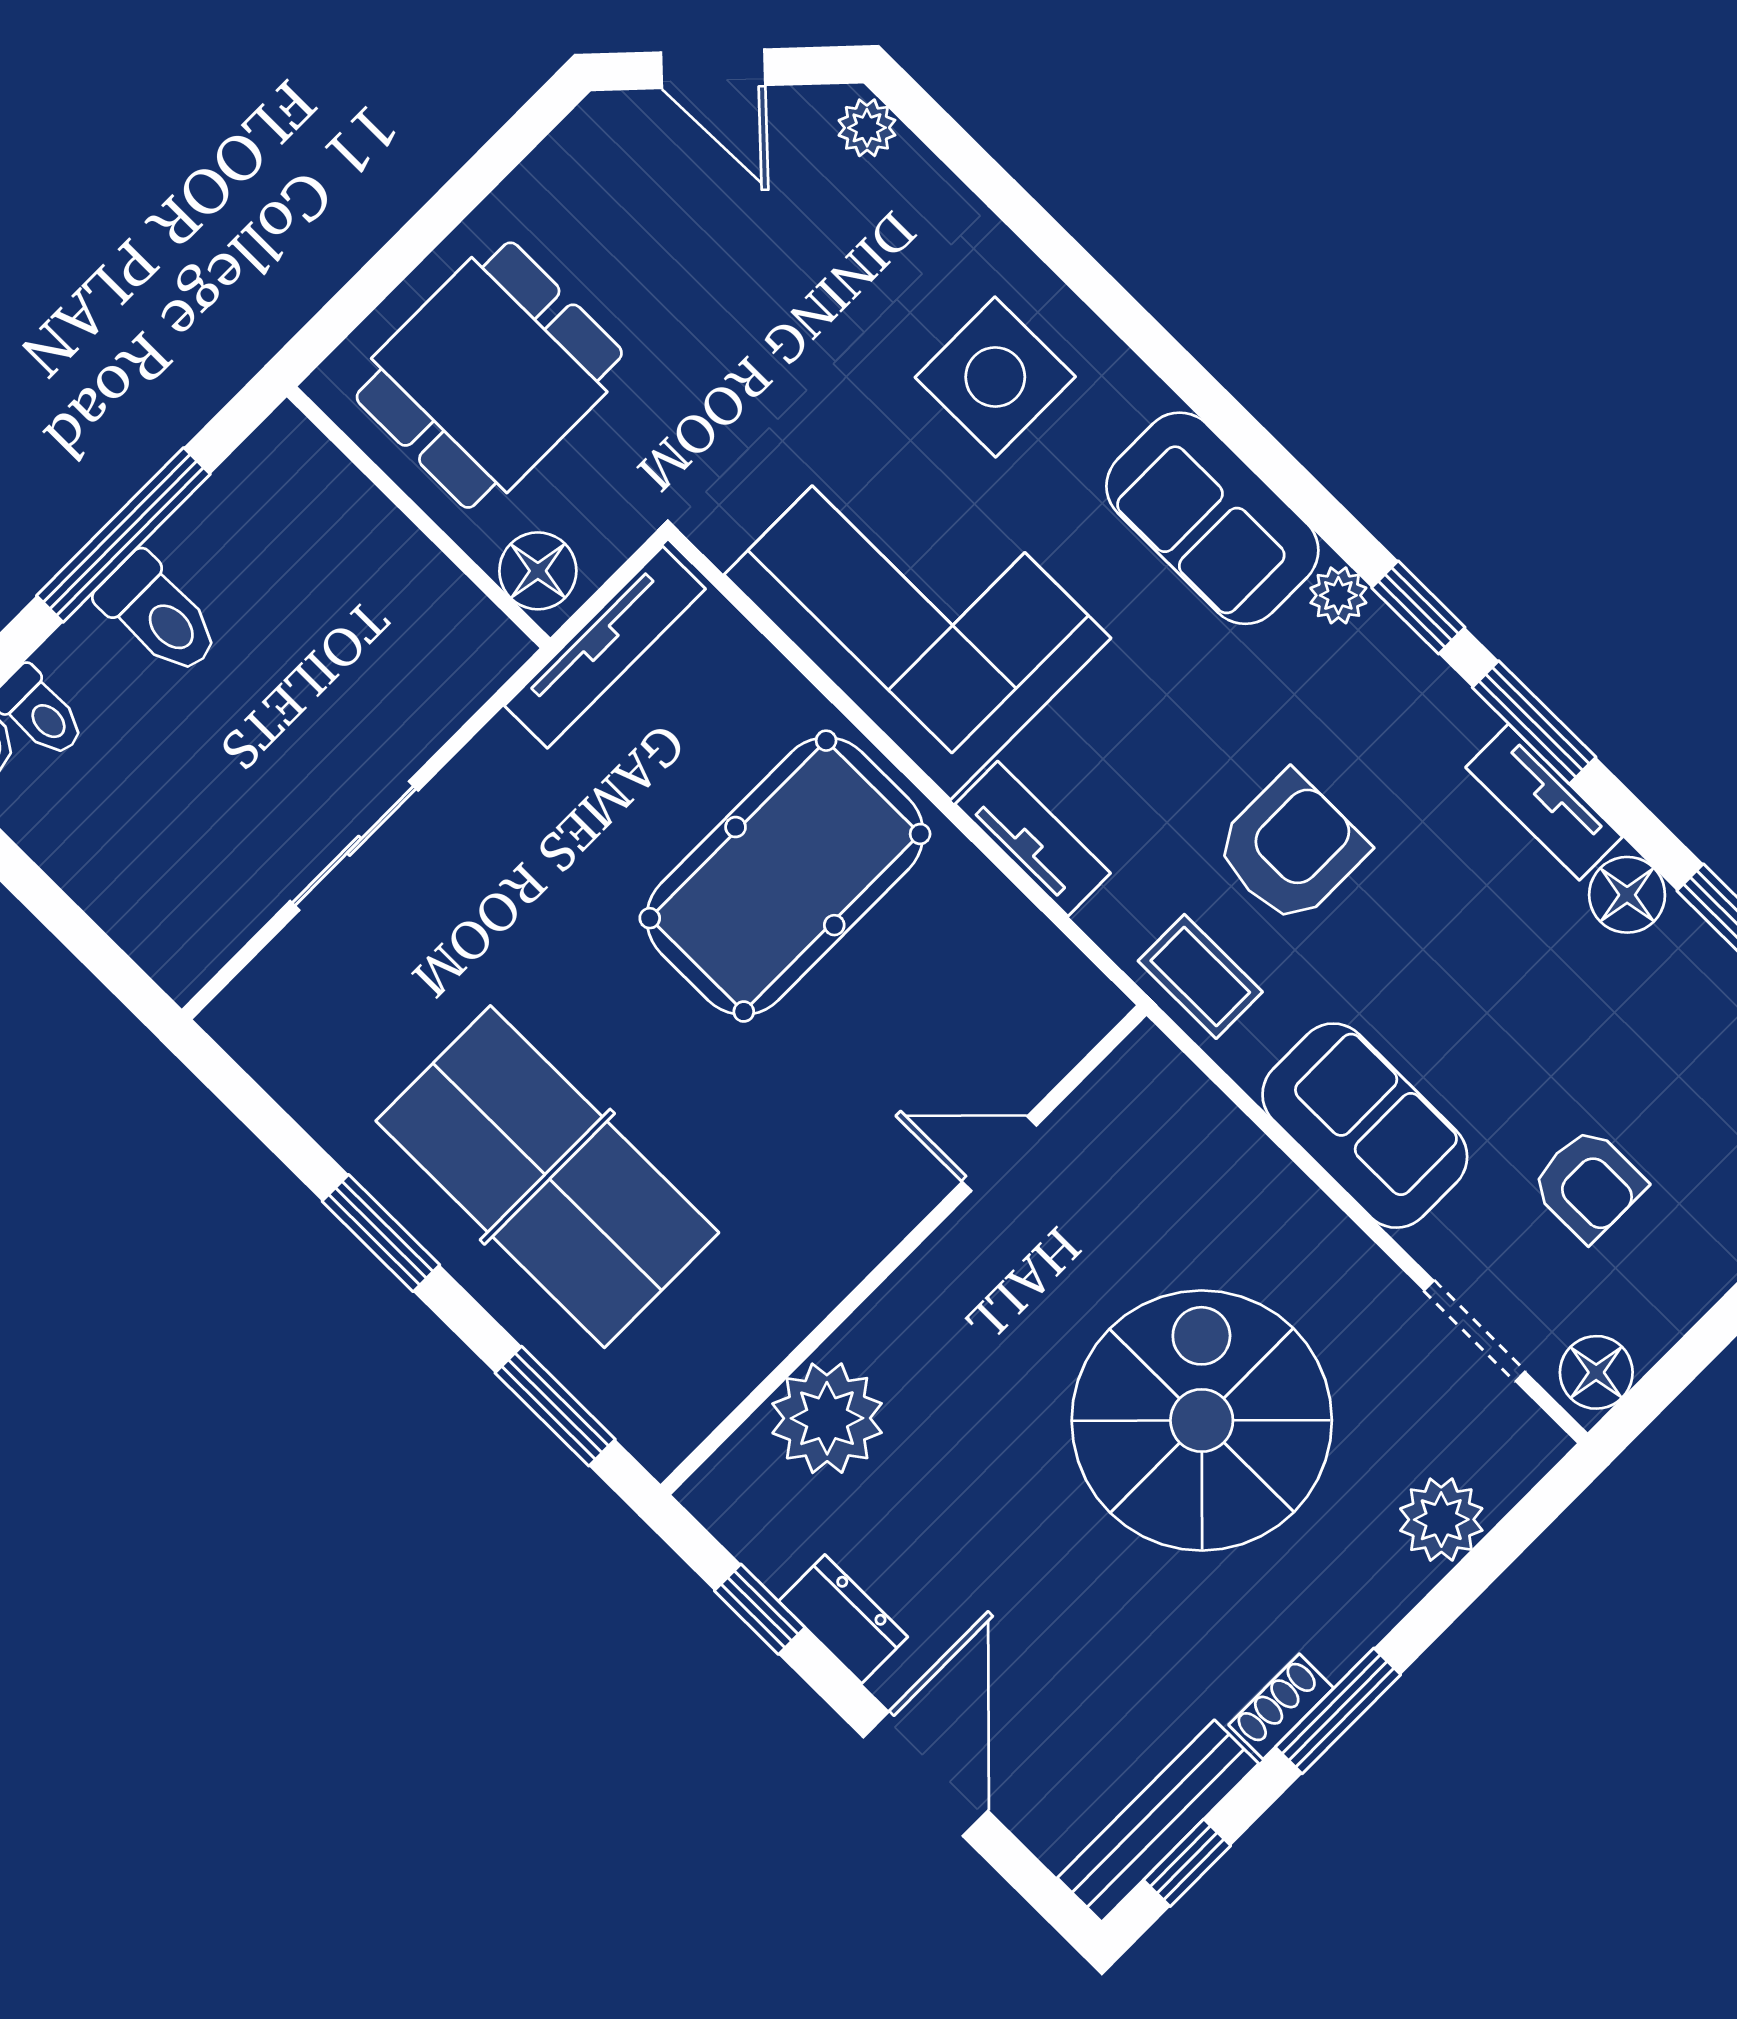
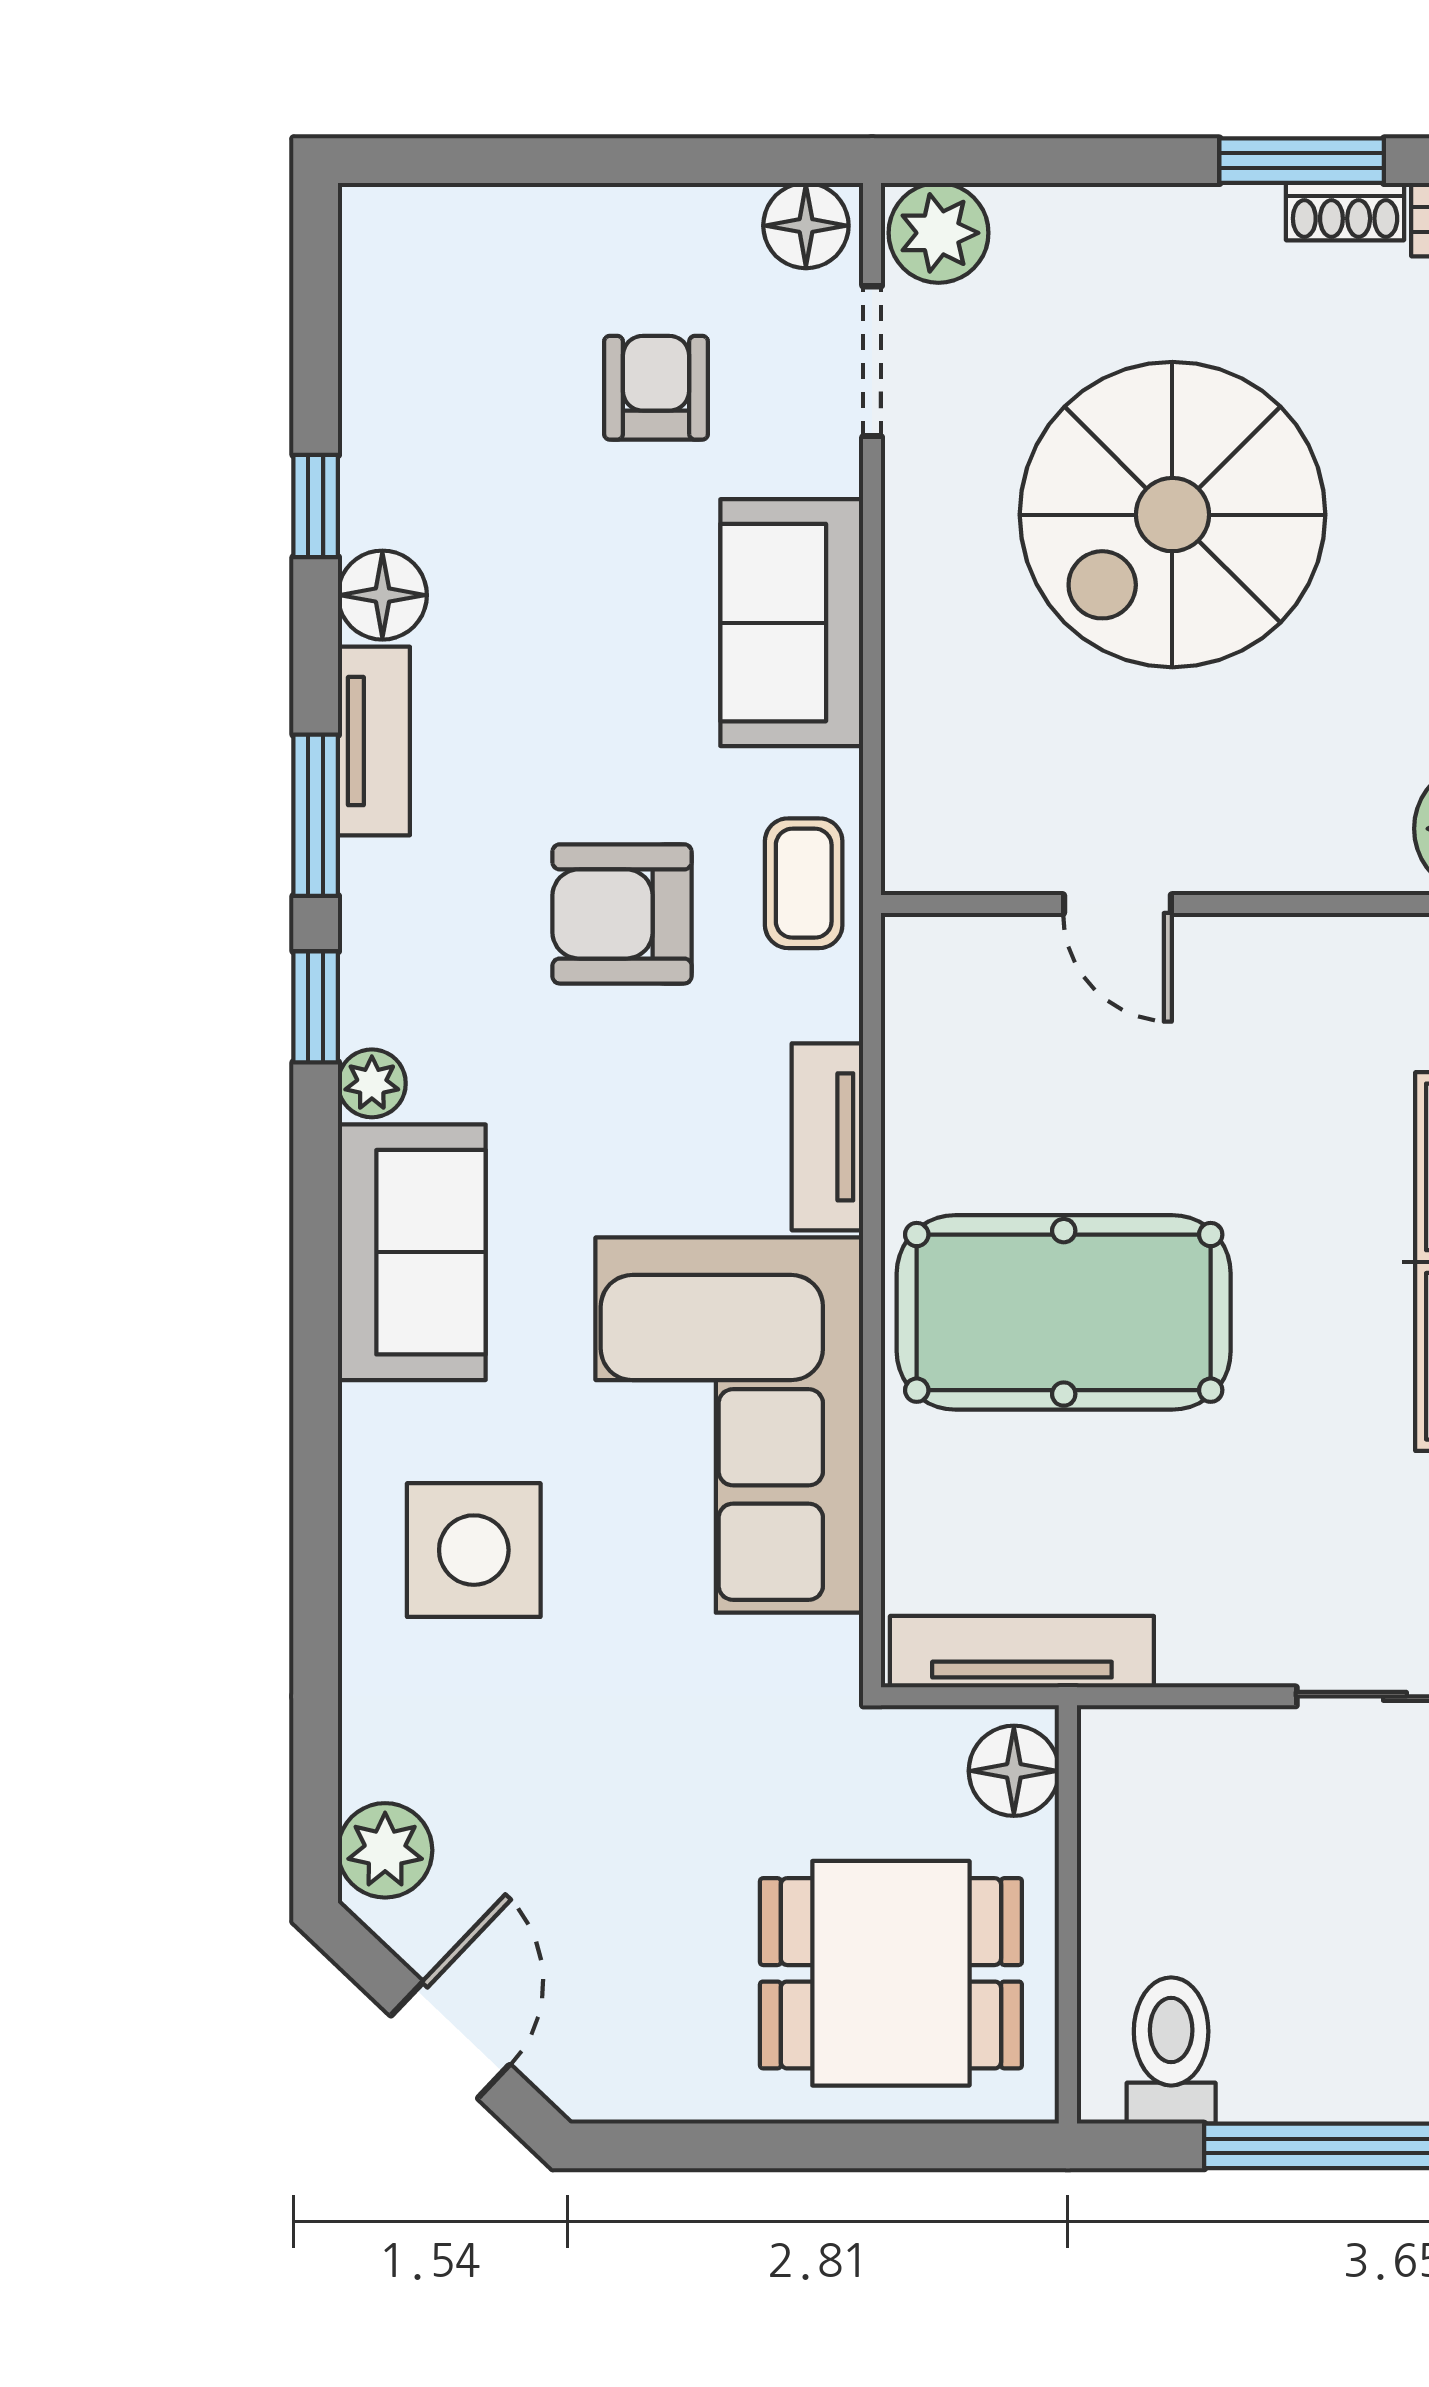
plant: (867, 128) -> (385, 1850), width x1.38, depth x1.38
toilet: (159, 615) -> (1171, 2050), moved
plant: (1441, 1520) -> (939, 233), moved

